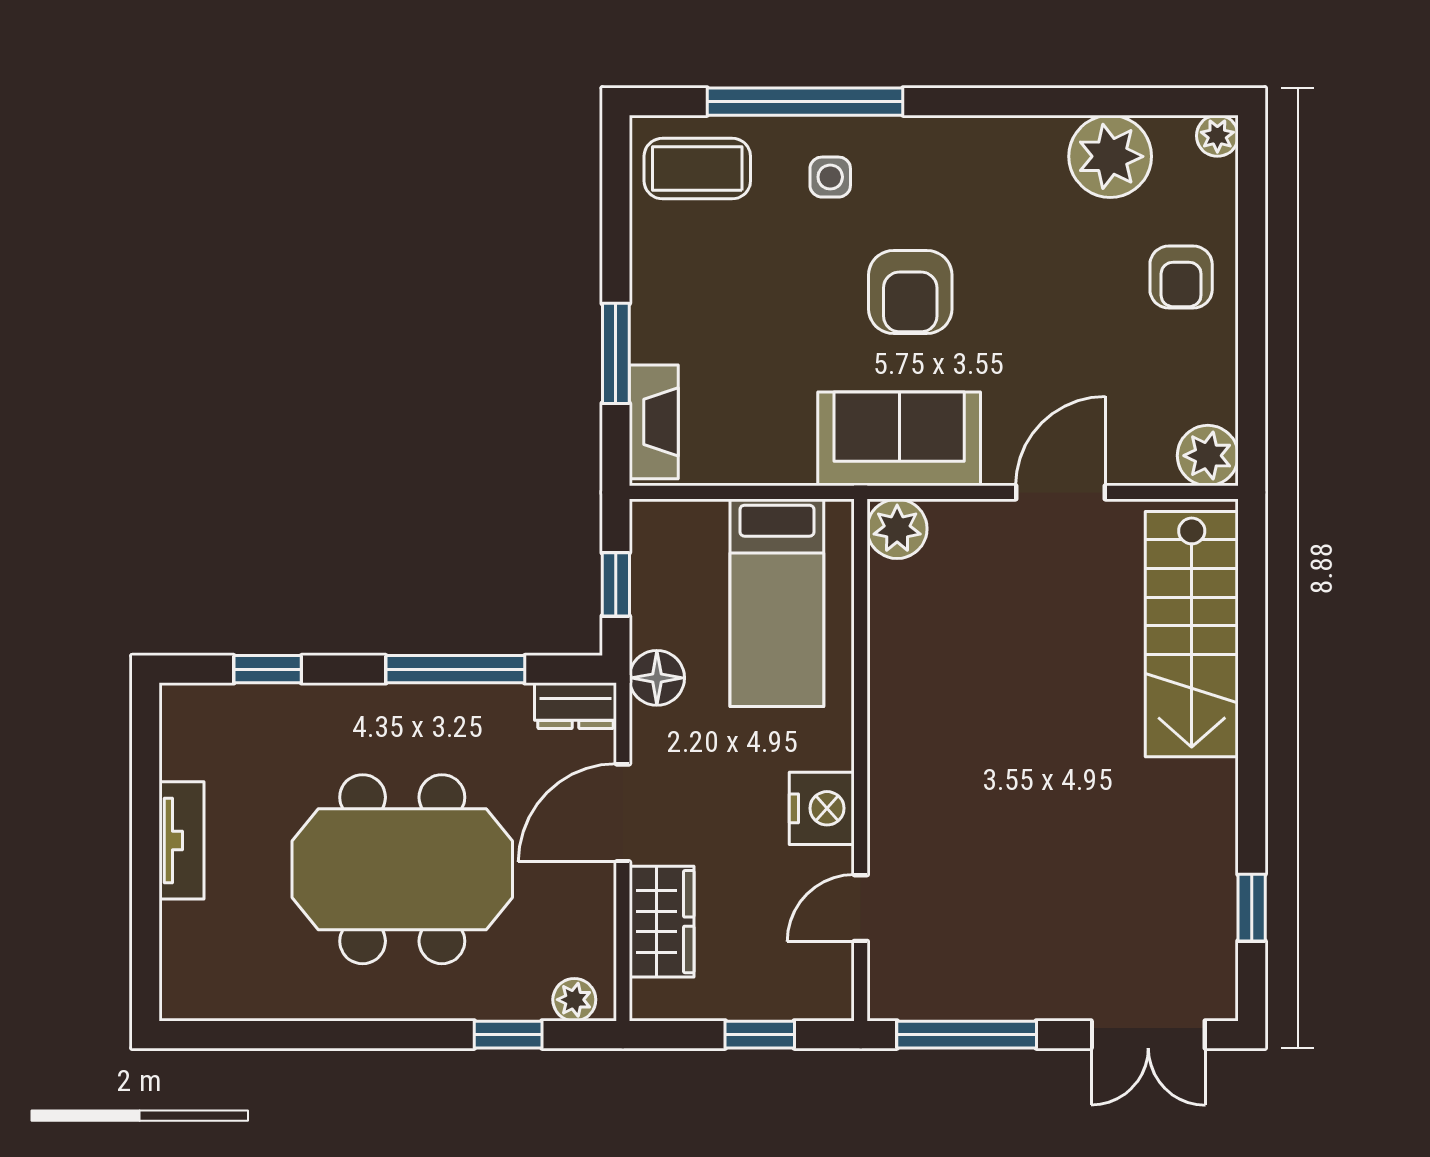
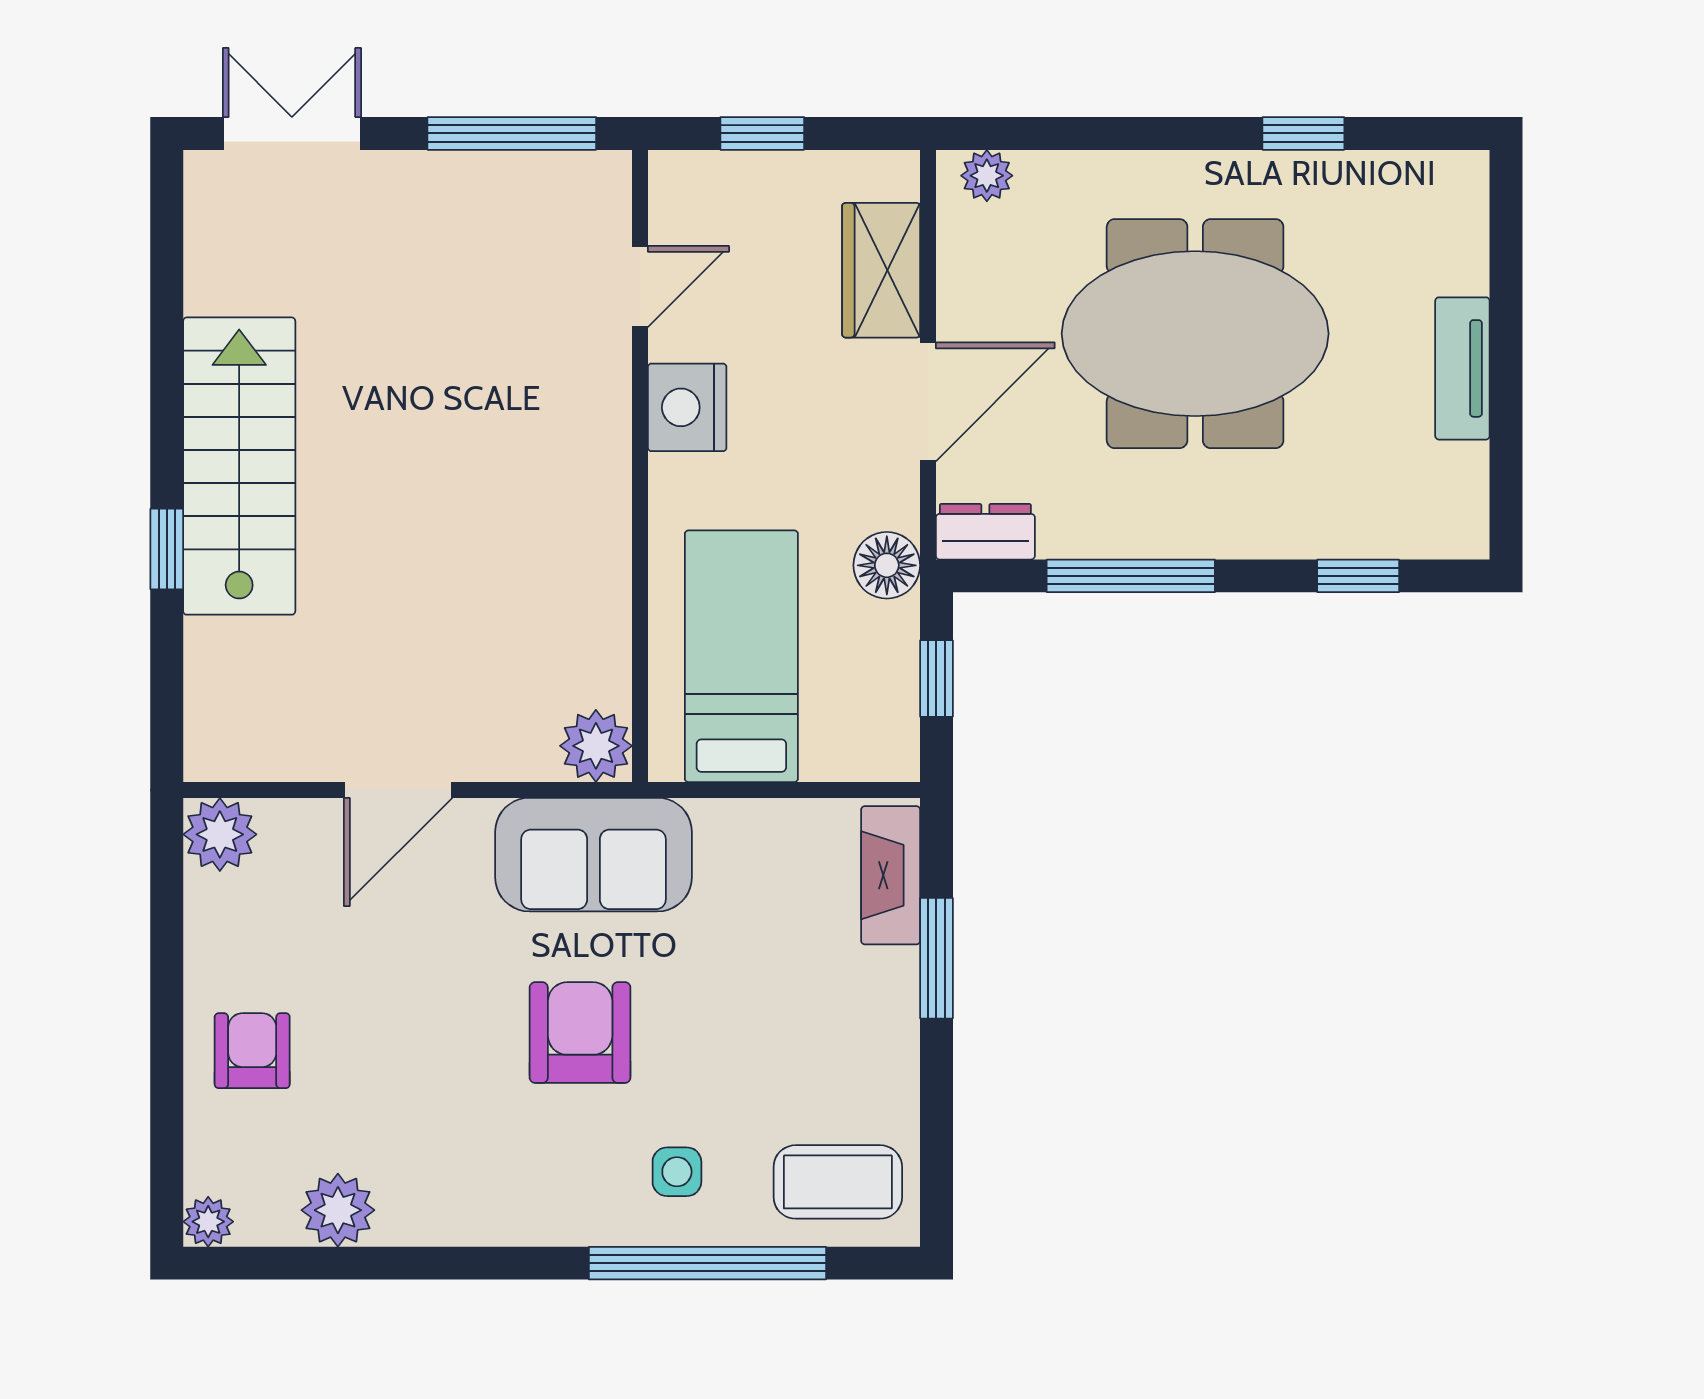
plant: (1110, 156) -> (338, 1210), width x0.73, depth x0.73
stairs: (1192, 634) -> (239, 466), moved
window: (1252, 908) -> (167, 549), moved
window: (508, 1035) -> (1303, 133), moved

